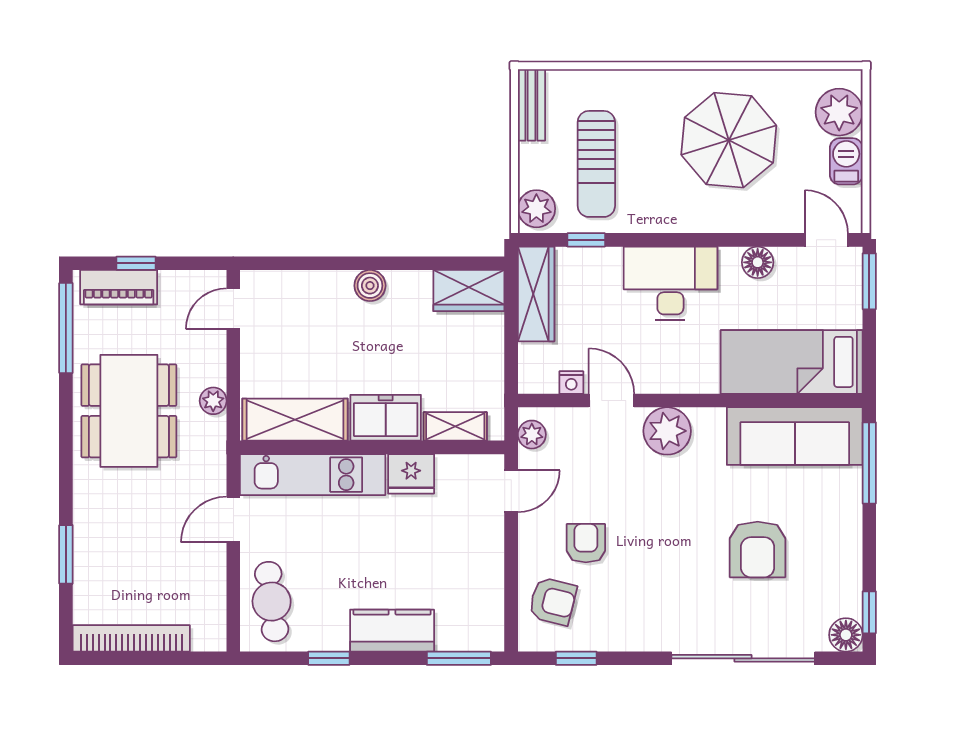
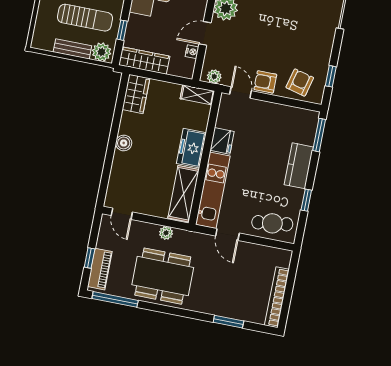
bench: (531, 105) -> (72, 49), moved
shelving: (455, 426) -> (197, 95), moved, turned 90
armchair: (586, 543) -> (265, 82), moved

